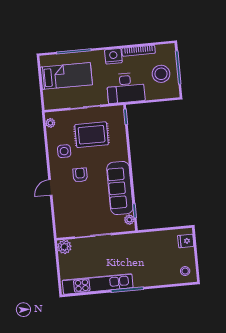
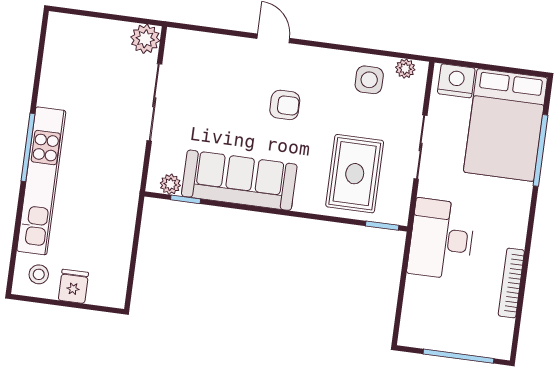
nightstand: (113, 56) -> (456, 81), moved, turned -90
stool: (161, 74) -> (453, 318), removed
bed: (66, 76) -> (505, 125), width x1.50
rug: (92, 135) -> (355, 174), moved
side table: (64, 151) -> (369, 80), moved
fridge: (186, 241) -> (73, 286), moved
kitchen unit: (98, 284) -> (41, 181), moved

